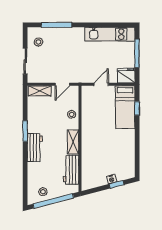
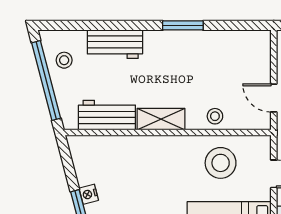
shelving: (40, 91) -> (261, 54), removed
stool: (96, 112) -> (221, 163), added
workbench: (35, 148) -> (115, 44), moved

